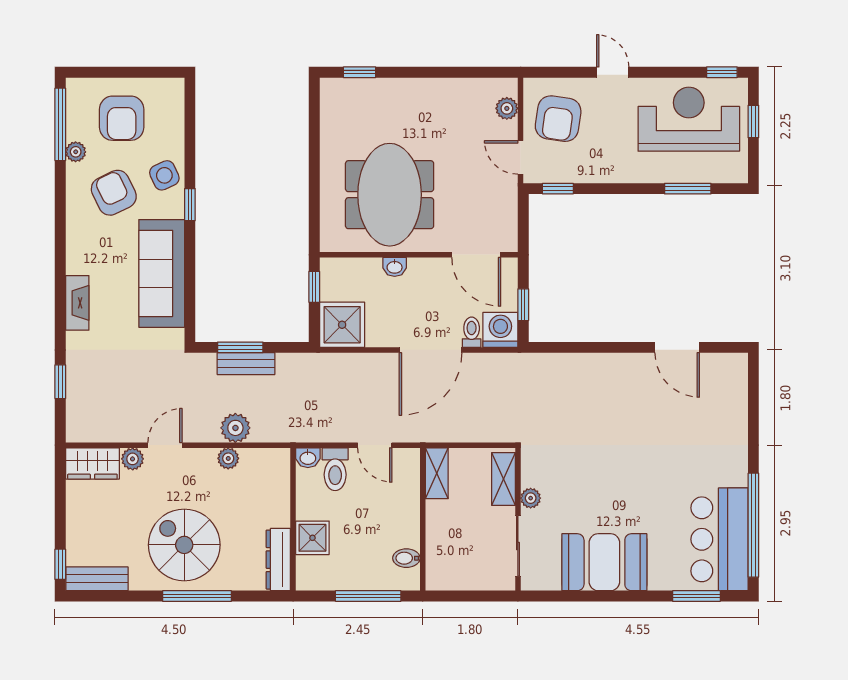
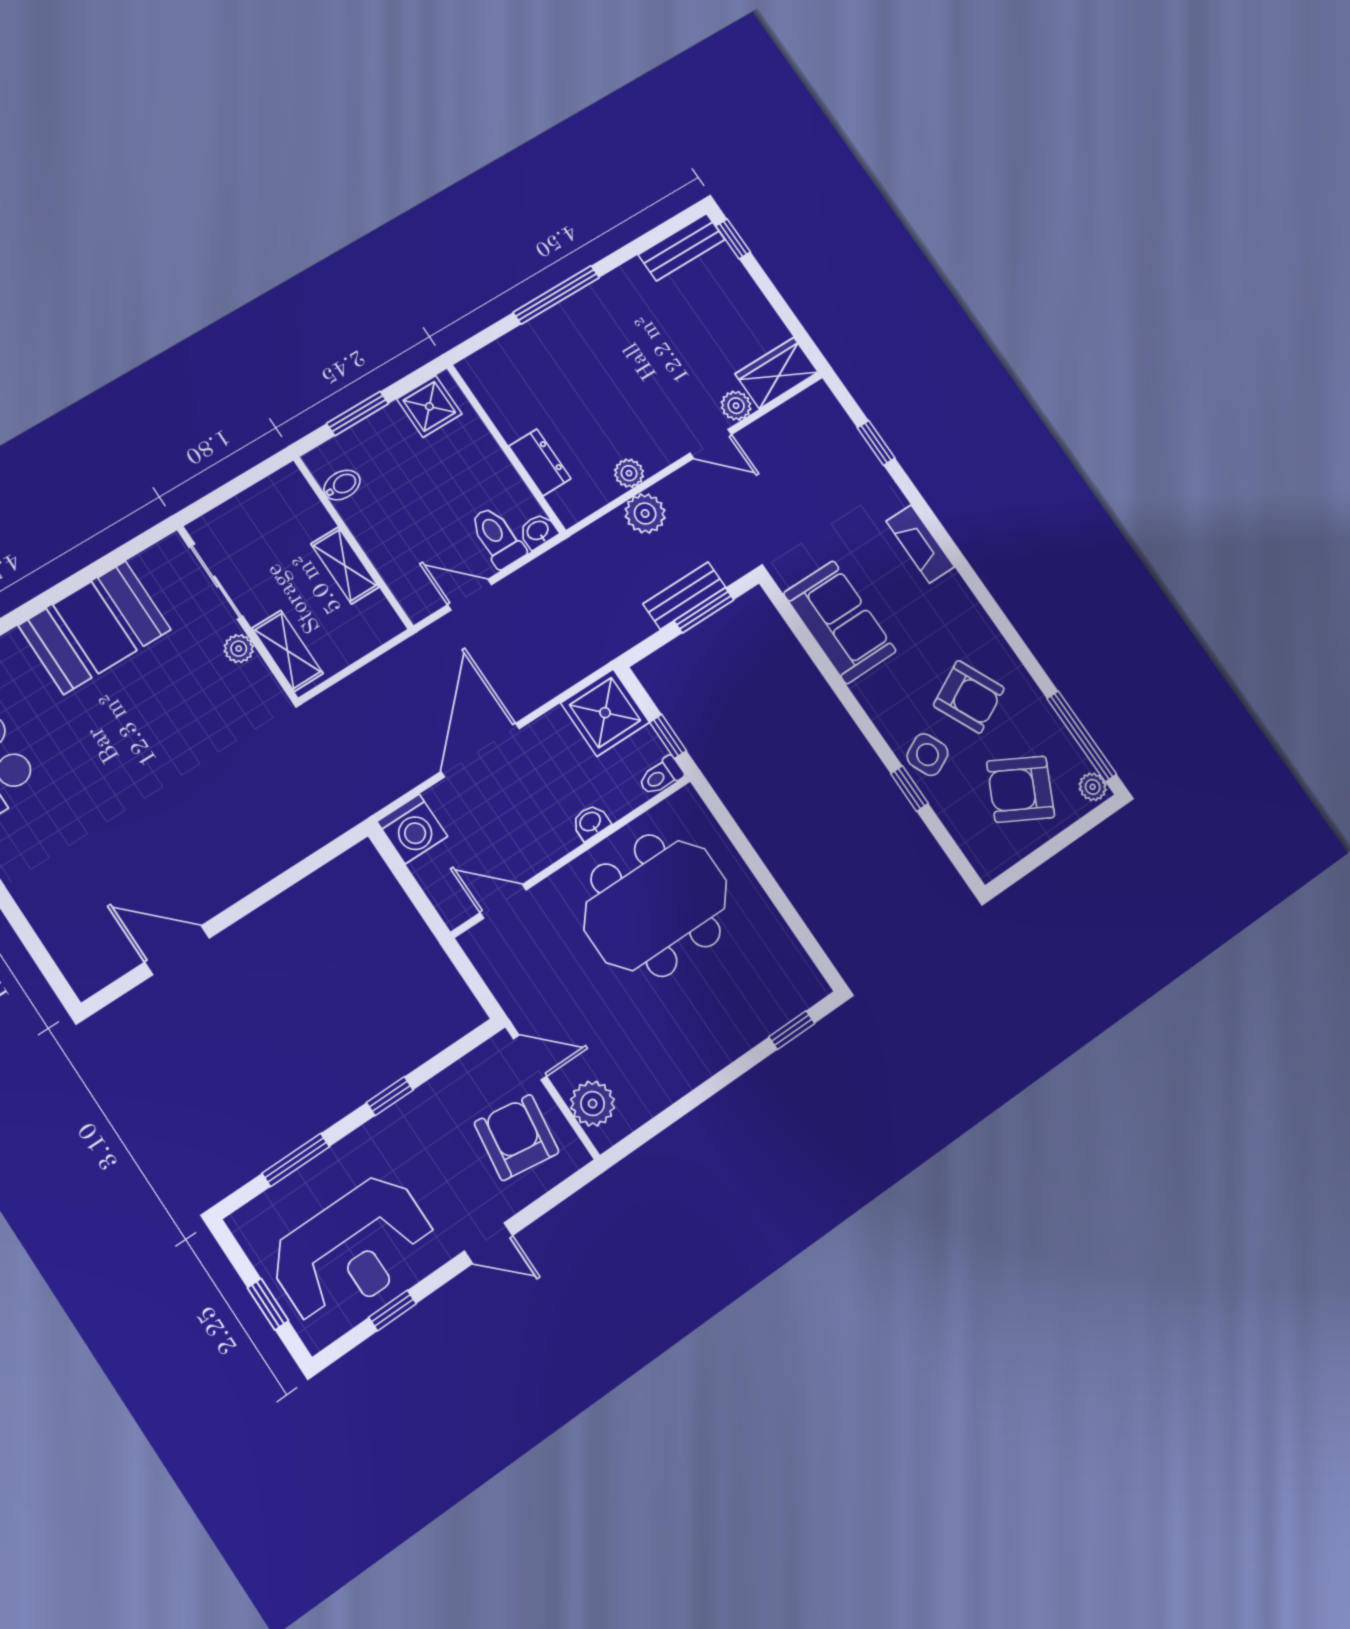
window: (722, 72) -> (392, 1311), moved
plant: (507, 108) -> (593, 1104), width x1.38, depth x1.38
armchair: (122, 118) -> (1021, 789), turned -62
plant: (76, 152) -> (1093, 787), moved
window: (558, 189) -> (390, 1096), moved
meeting table: (390, 195) -> (656, 905), turned 90
window: (190, 205) -> (909, 789), moved
door: (476, 255) -> (503, 901), width x0.73
sofa: (162, 273) -> (840, 622), width x0.73
window: (523, 305) -> (405, 878), removed
toilet: (472, 332) -> (661, 776), moved, turned 90
door: (165, 445) -> (711, 444), hinge flipped
shelving: (437, 473) -> (345, 565), moved
shower: (312, 538) -> (429, 406), moved
spiral stairs: (184, 545) -> (611, 344), removed
dresser: (278, 560) -> (540, 462), moved, width x0.70
window: (368, 596) -> (358, 413), width x0.69

